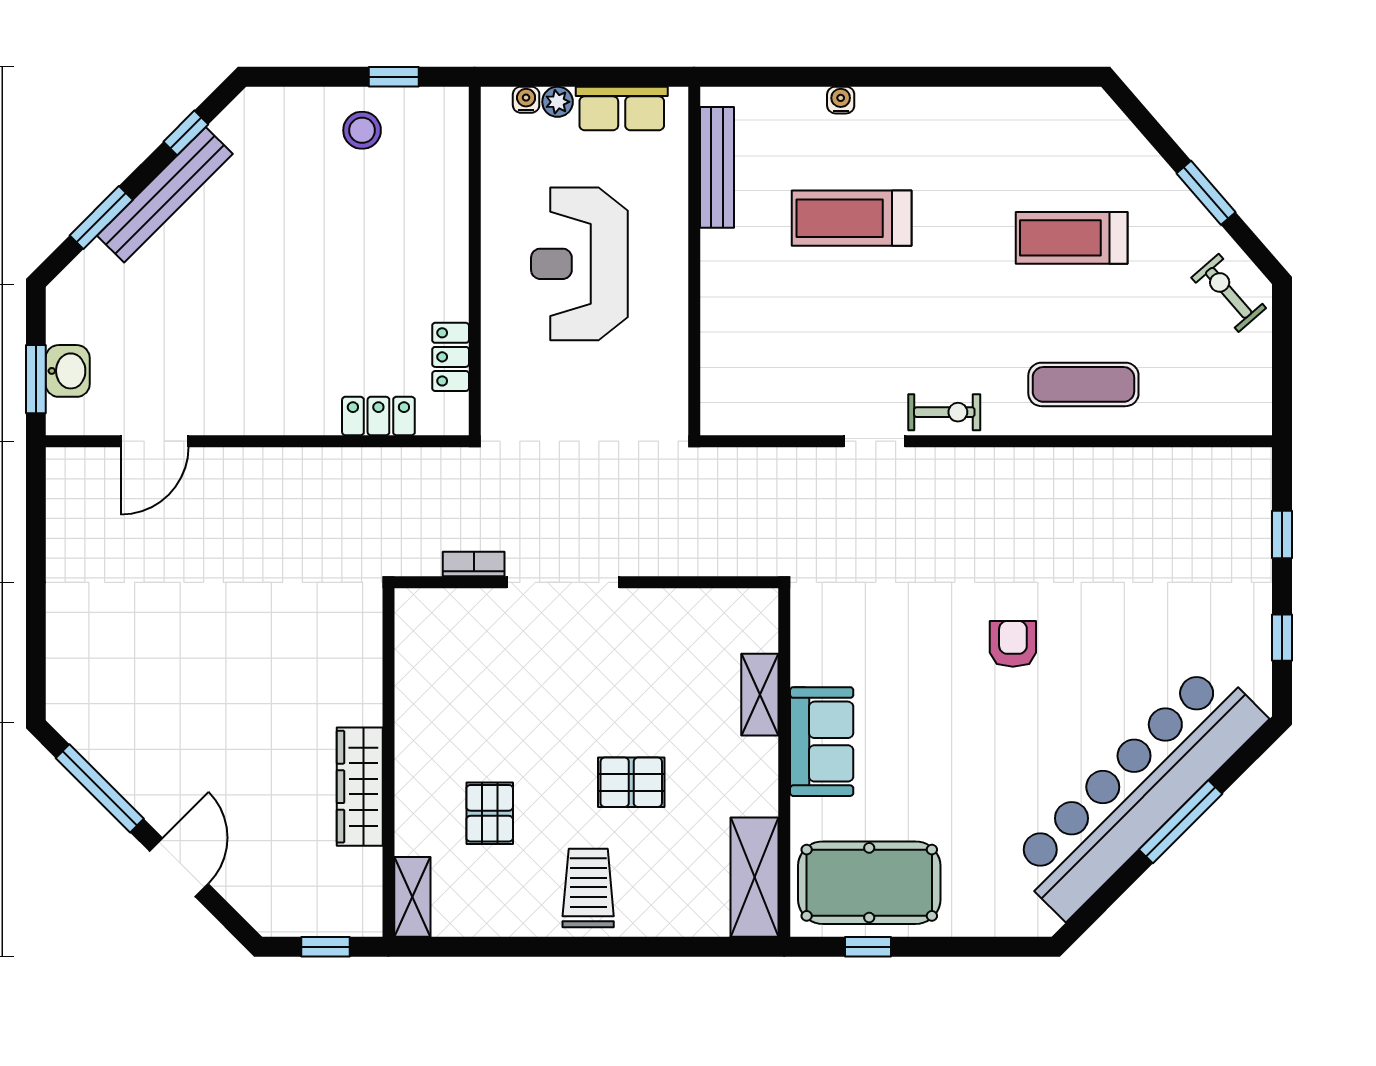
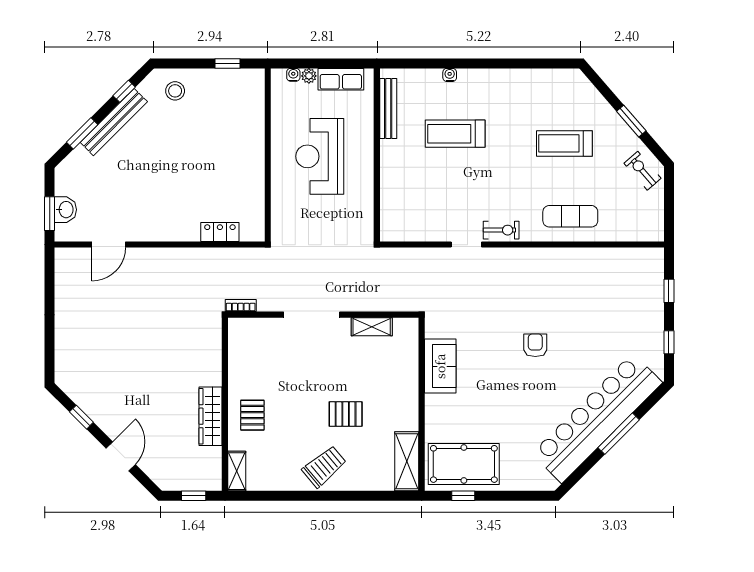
stool: (362, 130) -> (175, 91), moved
locker: (451, 357) -> (256, 203), removed
bookcase: (474, 564) -> (241, 306), moved
shelving: (760, 695) -> (372, 327), moved, turned 90
sofa: (822, 742) -> (440, 366), moved
window: (100, 788) -> (81, 417), width x0.46
pallet: (490, 813) -> (252, 415), moved
trolley: (588, 888) -> (324, 467), turned 50

